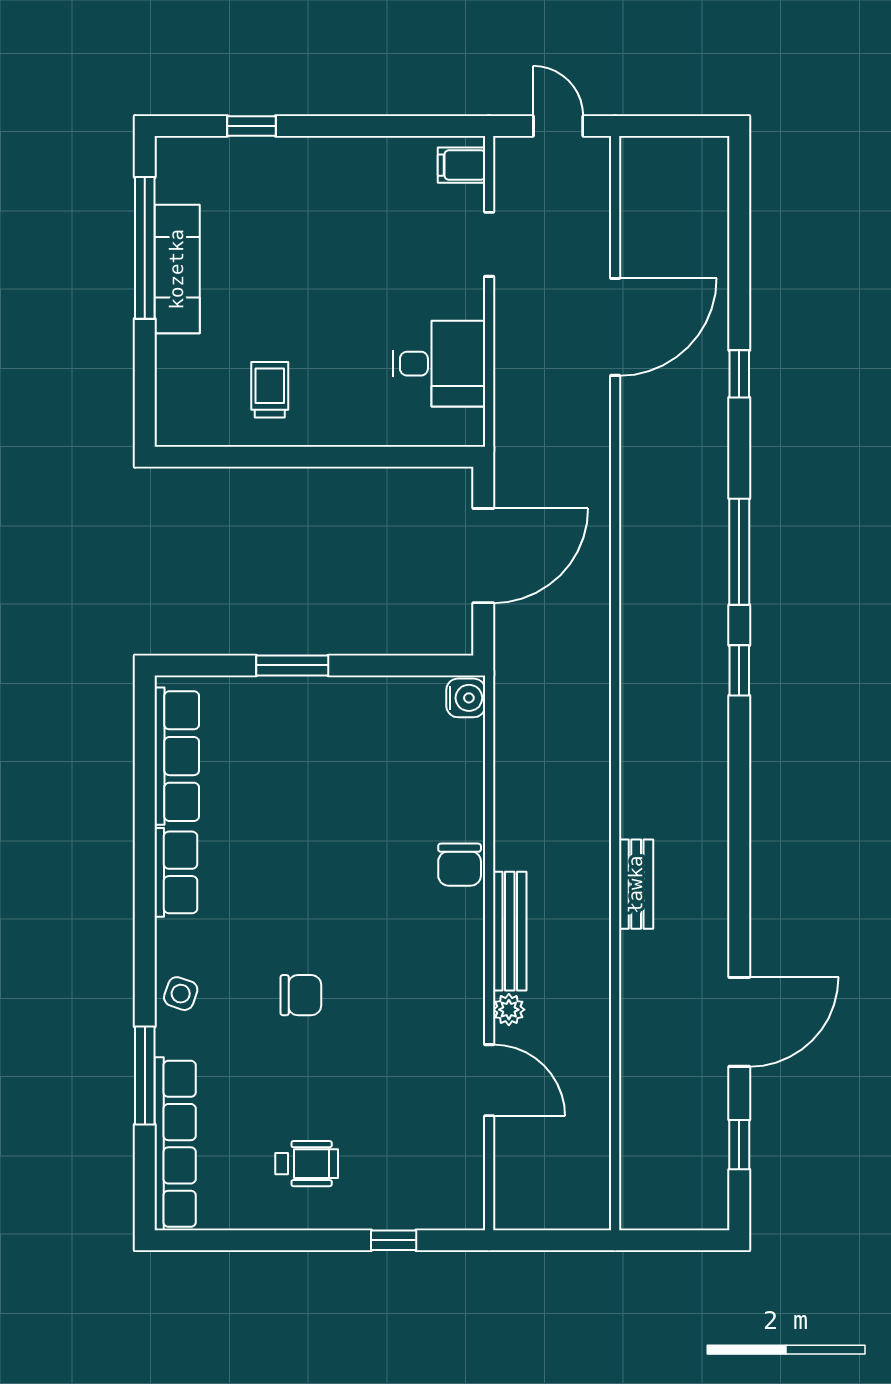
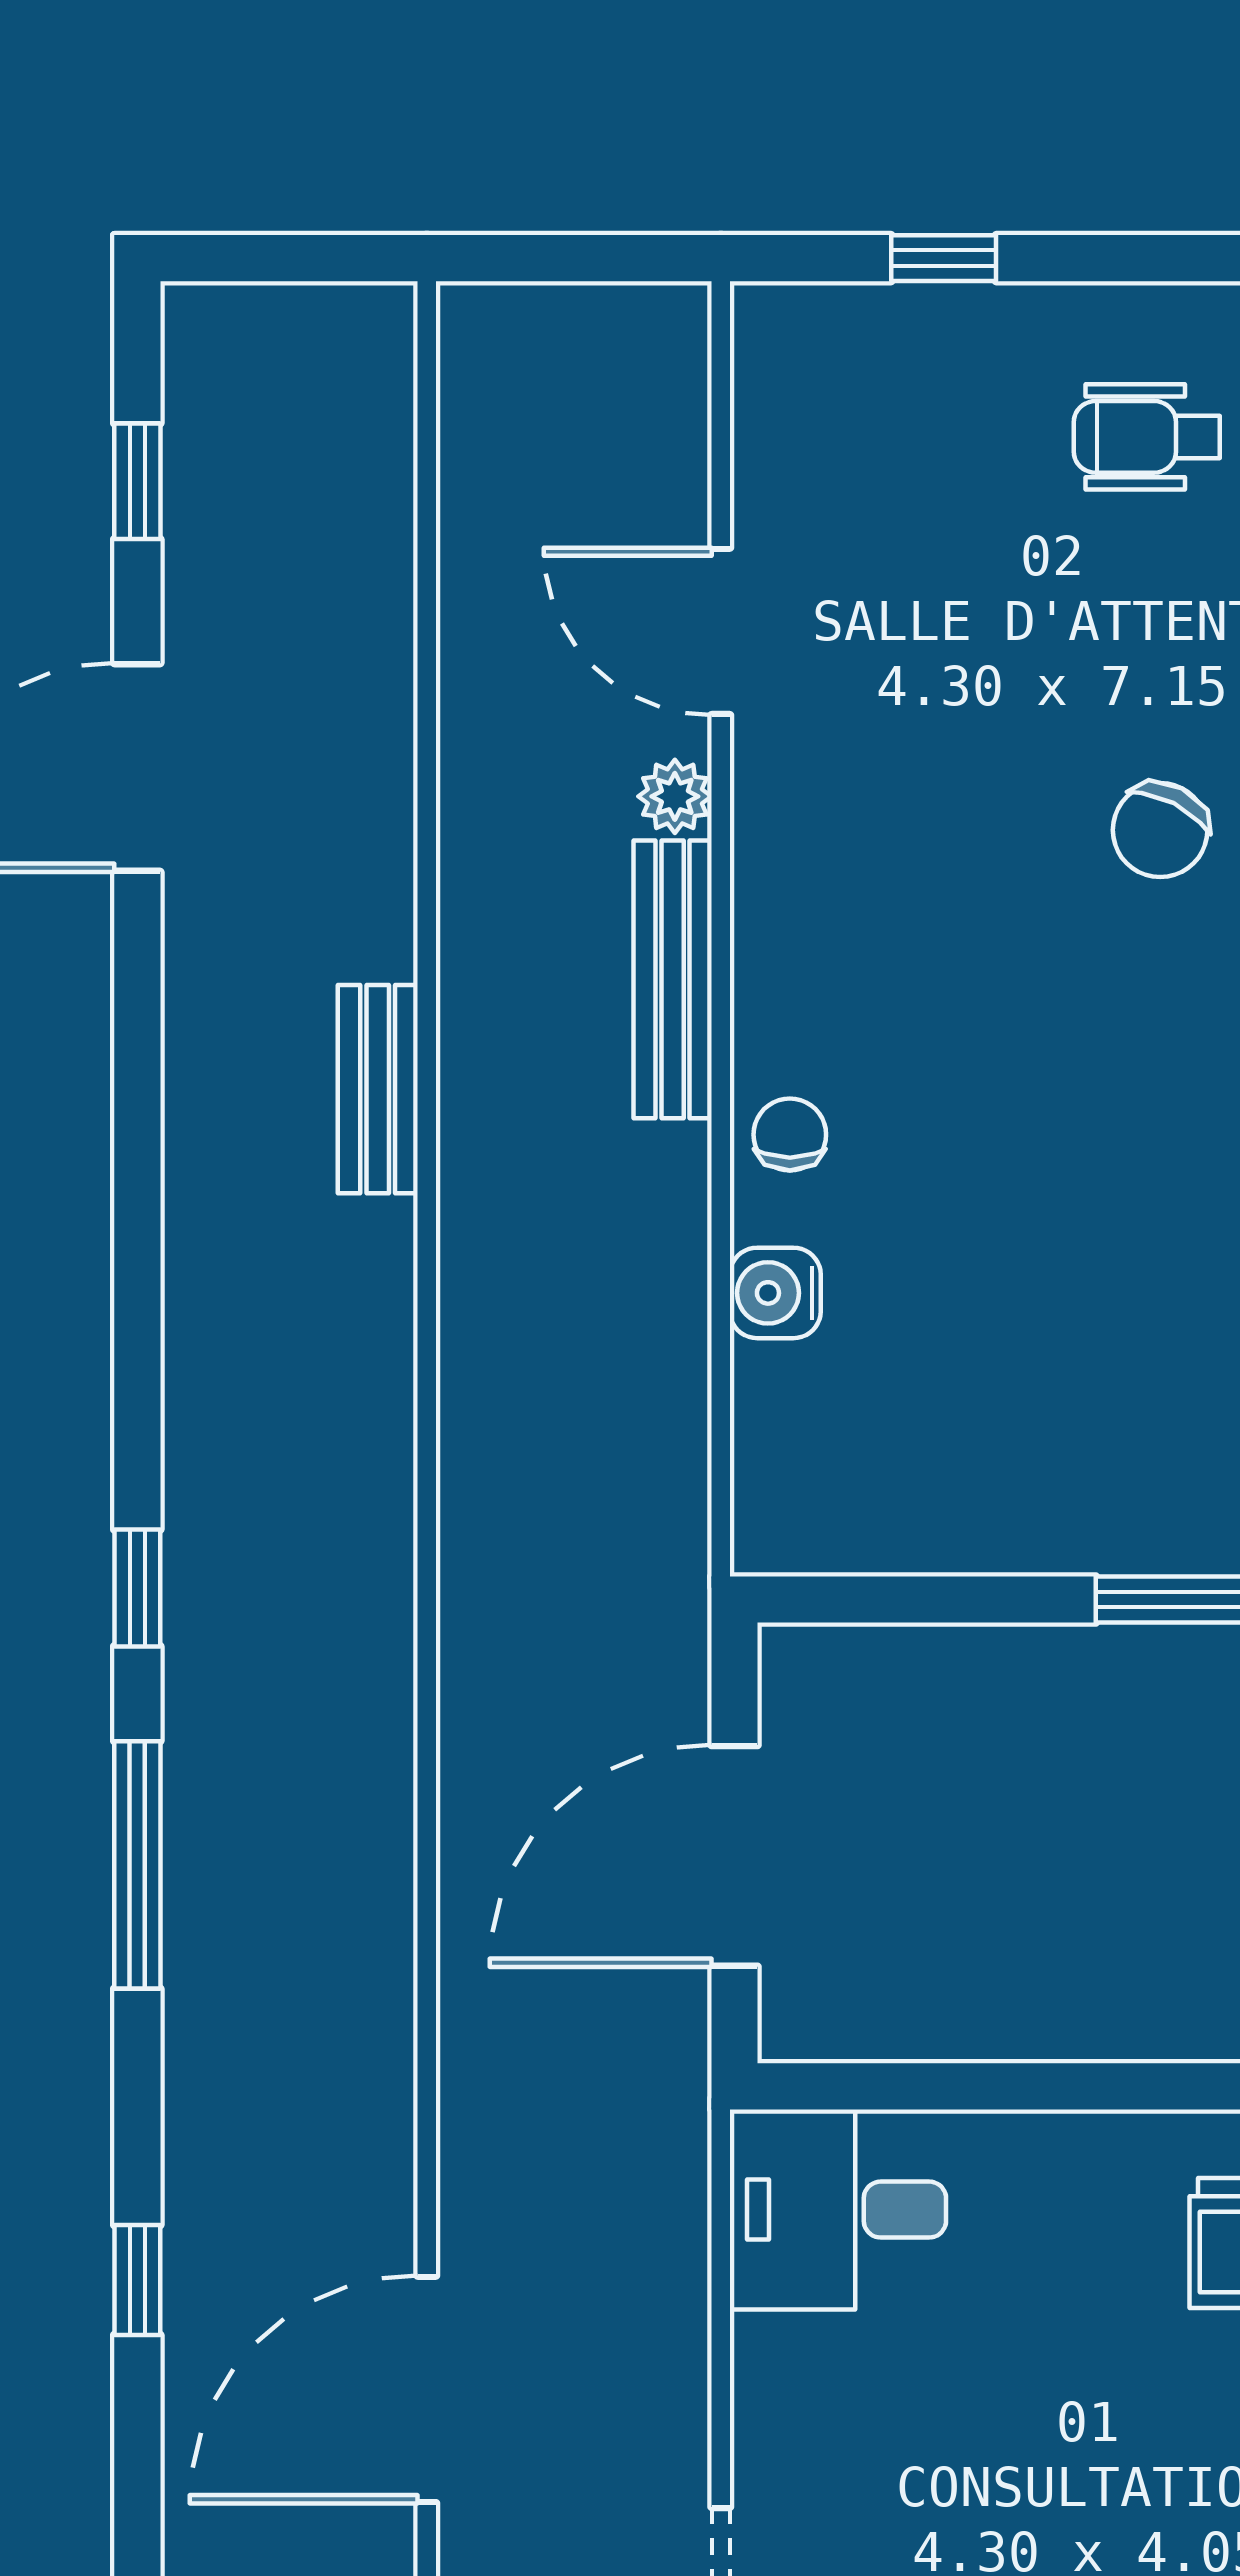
desk: (439, 364) -> (838, 2210), moved
water cooler: (466, 698) -> (775, 1293), moved
chair: (460, 865) -> (790, 1135), width x0.73, depth x0.73
chair: (301, 995) -> (1160, 830), turned -63

